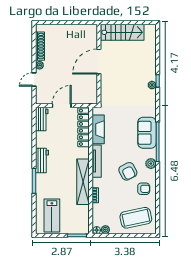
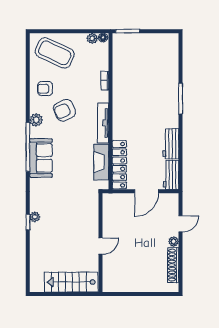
door: (99, 62) -> (100, 246), width x0.53
workbench: (42, 160) -> (171, 144), moved
armchair: (128, 171) -> (65, 110), turned -87
shelving: (83, 182) -> (120, 97), removed
lab bench: (52, 216) -> (158, 56), removed
coffee table: (136, 218) -> (55, 53), turned 37

